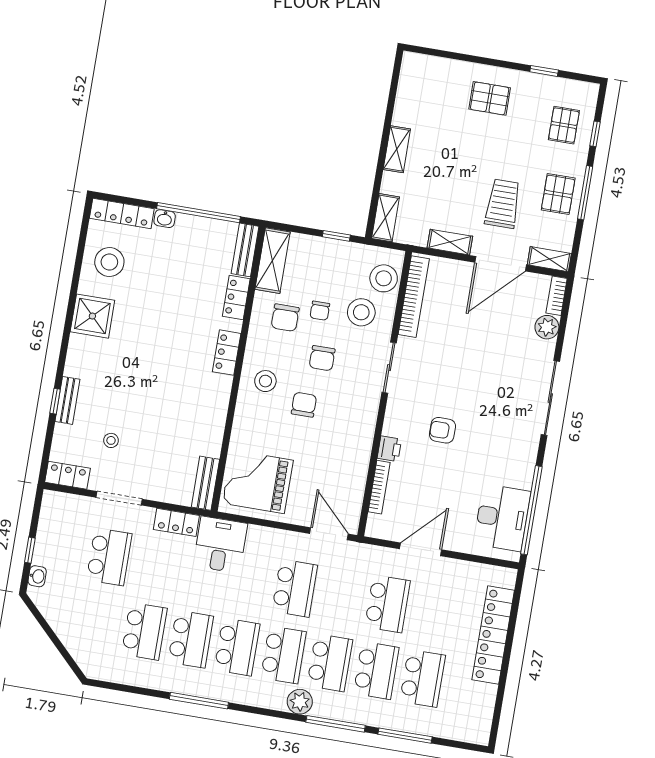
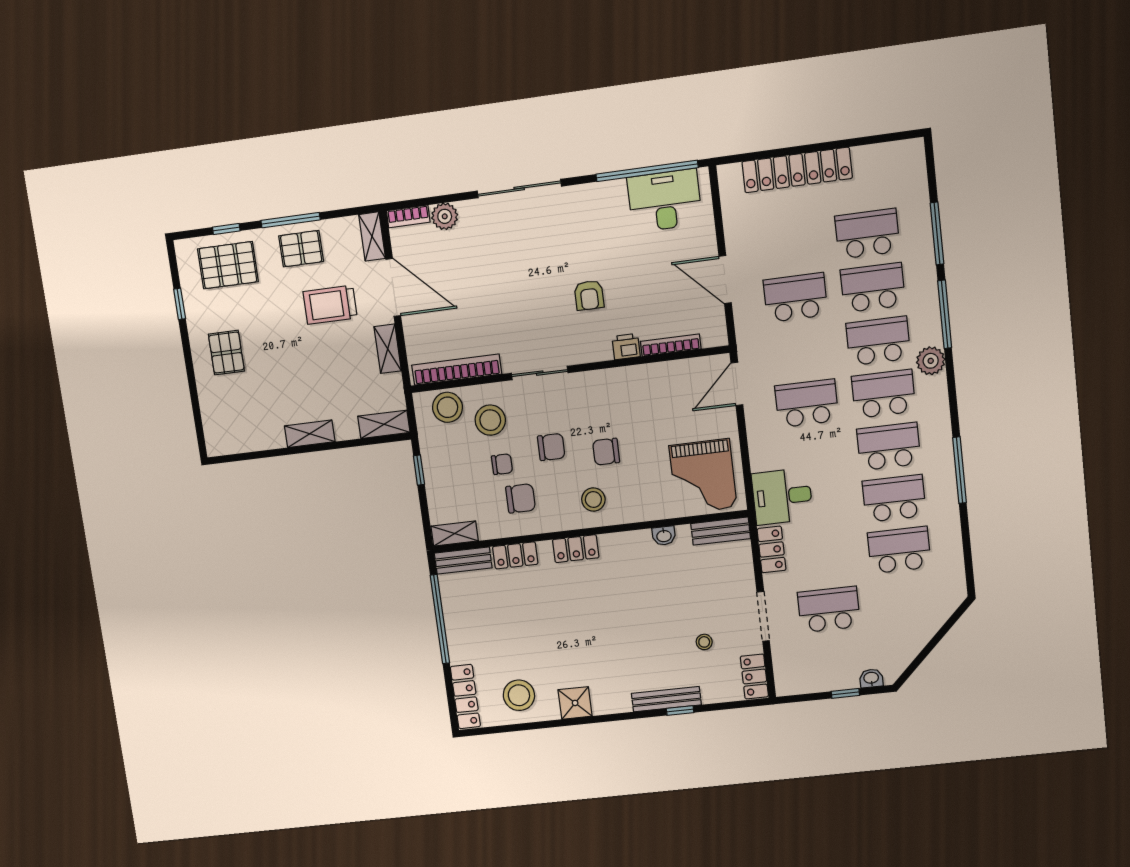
pallet: (564, 125) -> (228, 265), width x1.50, depth x1.42
washbasin: (165, 219) -> (664, 536), moved, turned 90
shelving: (273, 261) -> (455, 533), width x0.67, depth x0.75
shower: (92, 316) -> (575, 703), width x0.73, depth x0.73
bench: (67, 400) -> (666, 699), width x1.36

